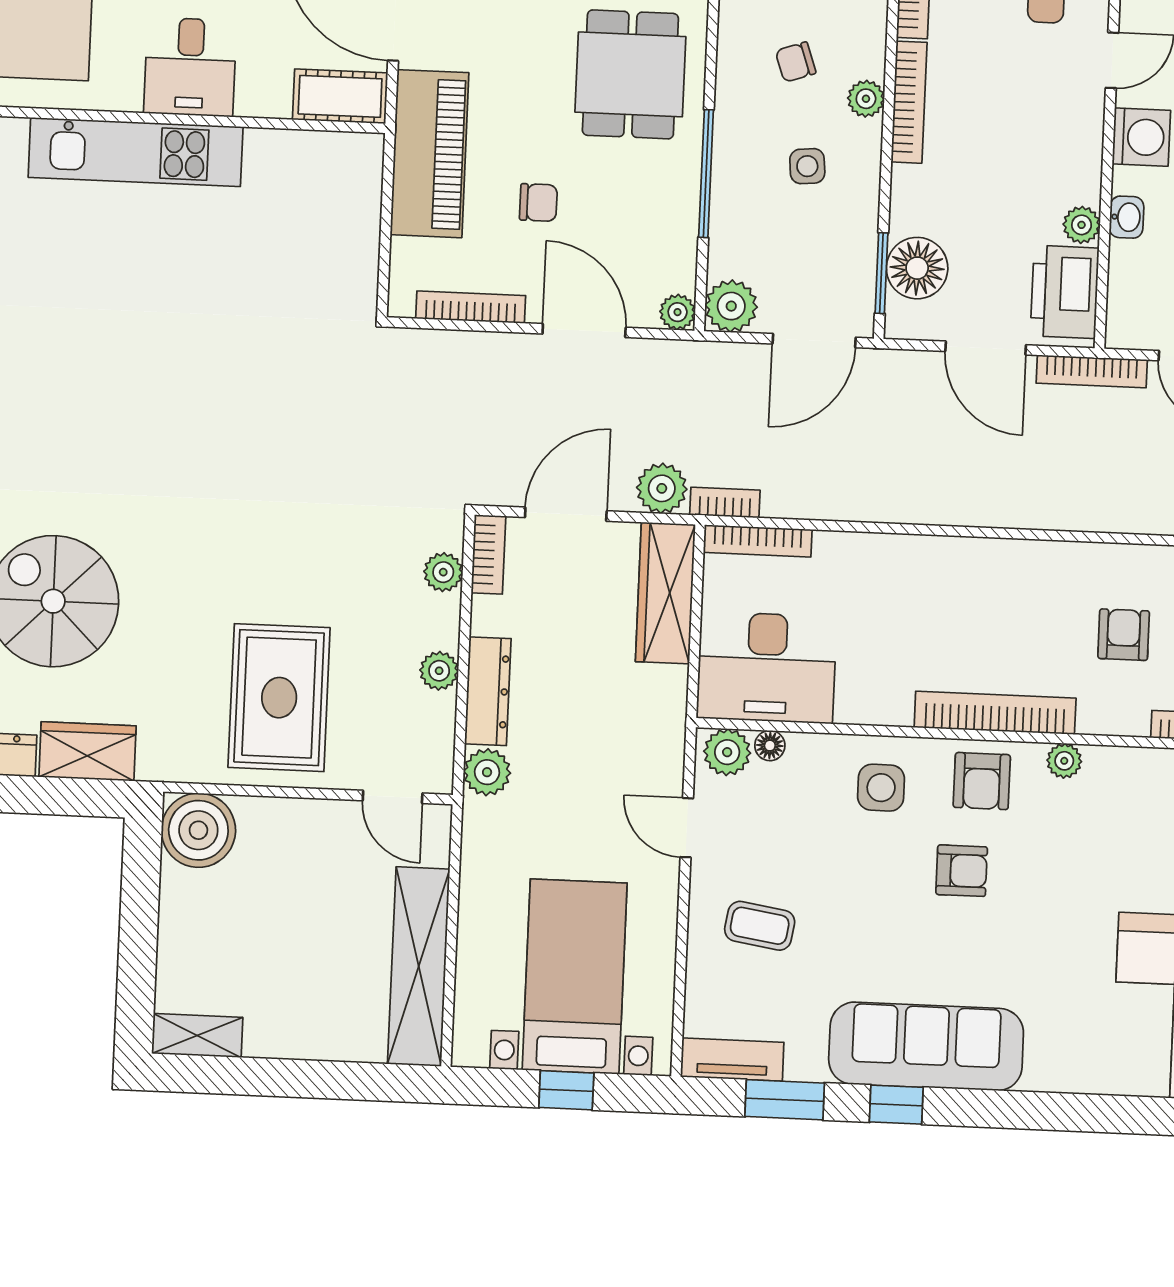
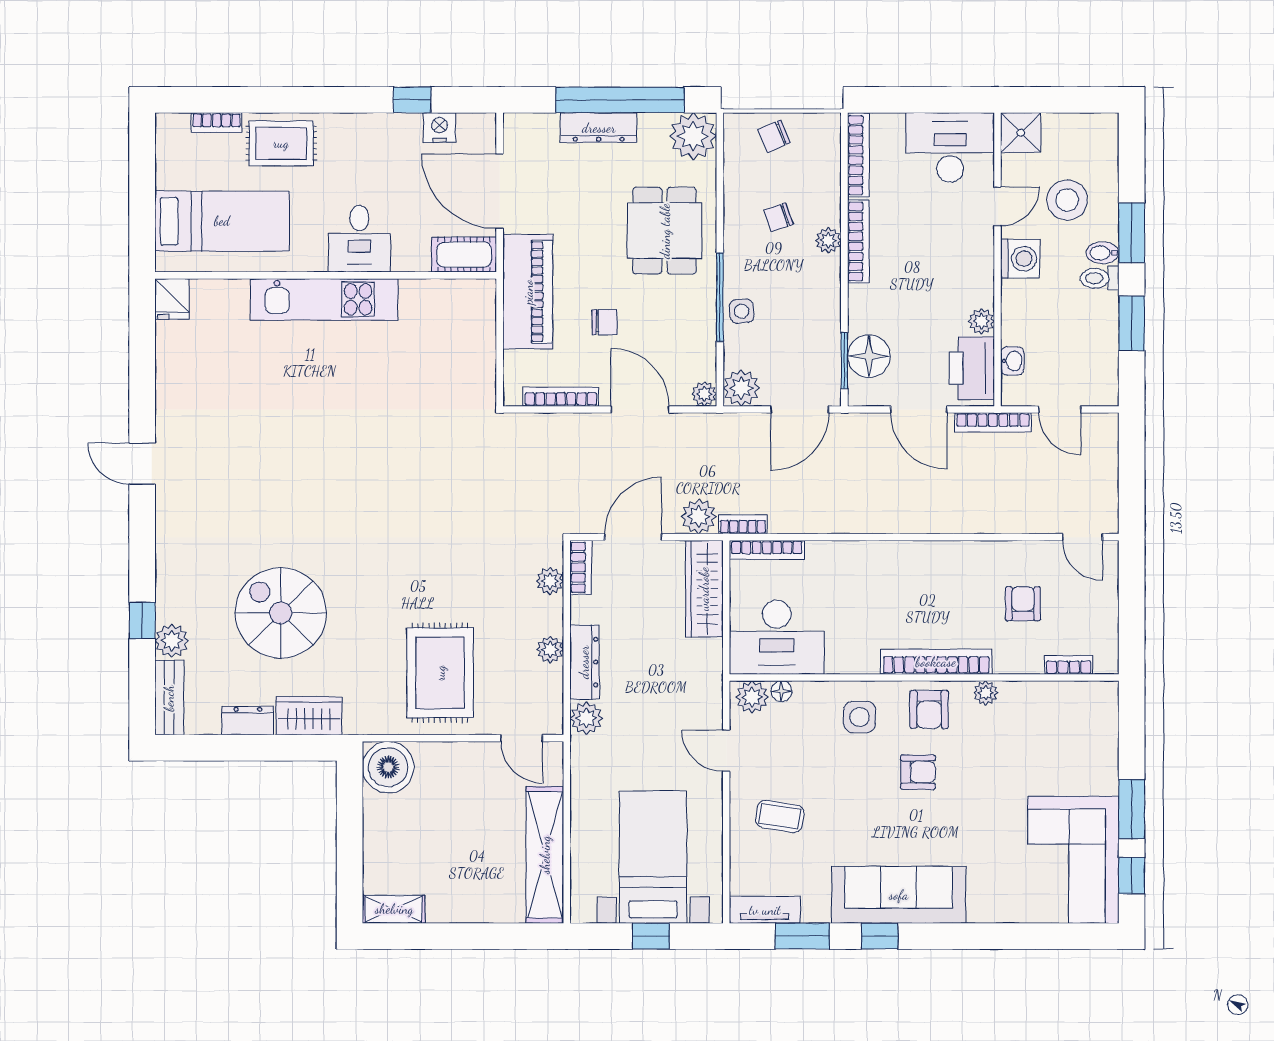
side table: (807, 166) -> (742, 311), moved
washbasin: (1127, 217) -> (1012, 361), moved

